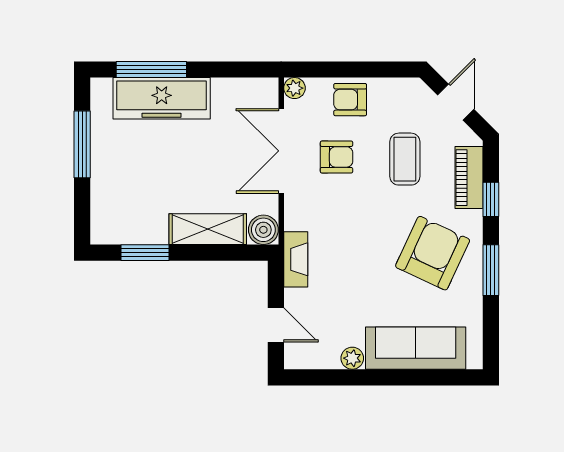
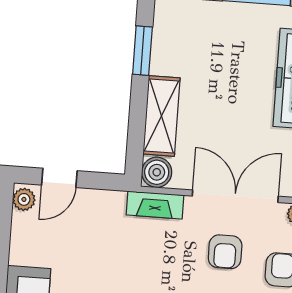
fireplace: (296, 259) -> (155, 205), moved
plant: (352, 358) -> (24, 199), moved

